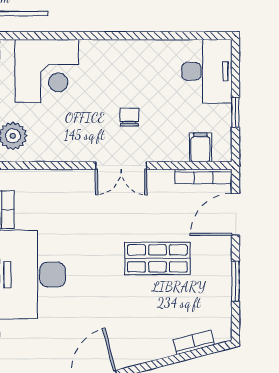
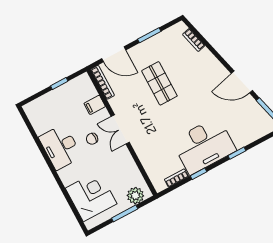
desk: (207, 71) -> (60, 147), moved, turned -90
filing cabinet: (200, 147) -> (95, 105), moved
double door: (121, 166) -> (120, 129), swing flipped

